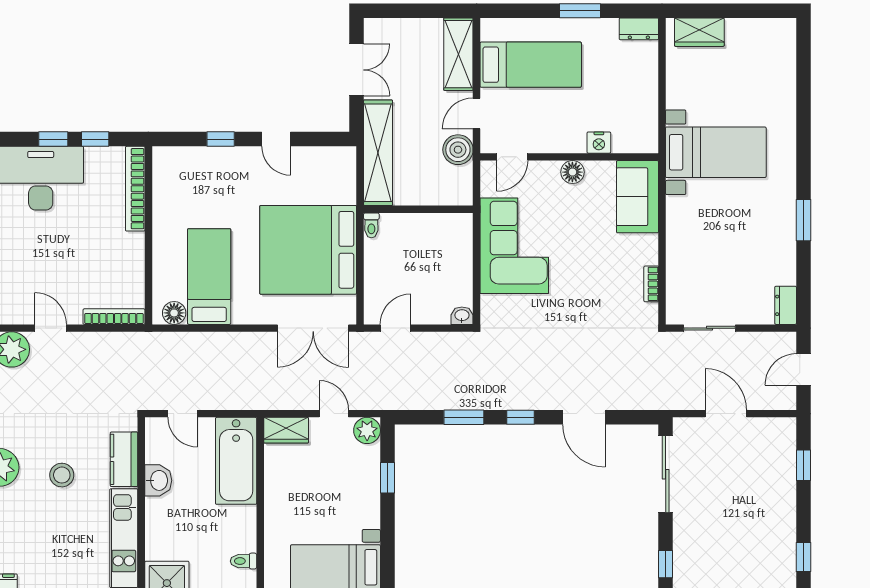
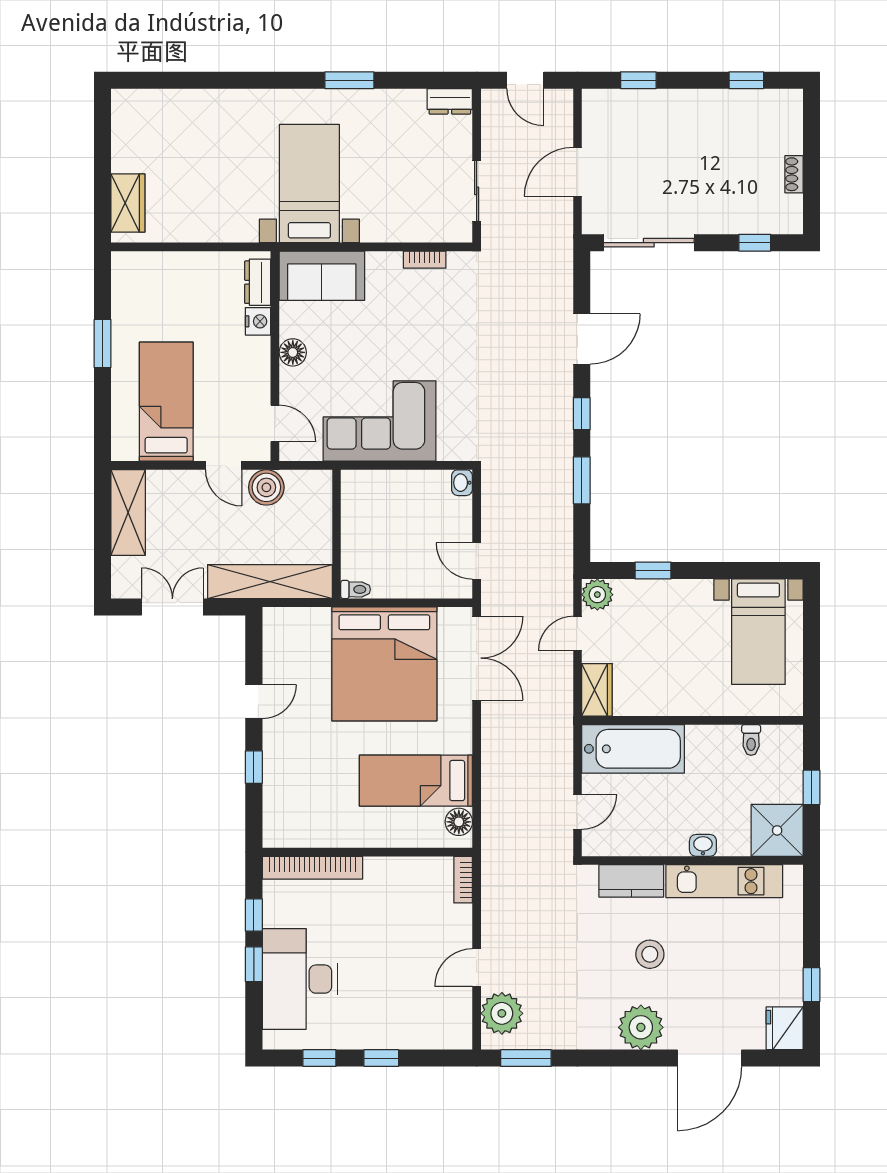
dresser: (639, 29) -> (258, 282), moved, turned 180
shelving: (458, 54) -> (128, 513), moved, turned 90
bed with nightstands: (716, 152) -> (309, 184), moved
bookcase: (114, 317) -> (463, 880), width x0.64
washbasin: (158, 480) -> (703, 845), moved, width x0.72, depth x0.69

